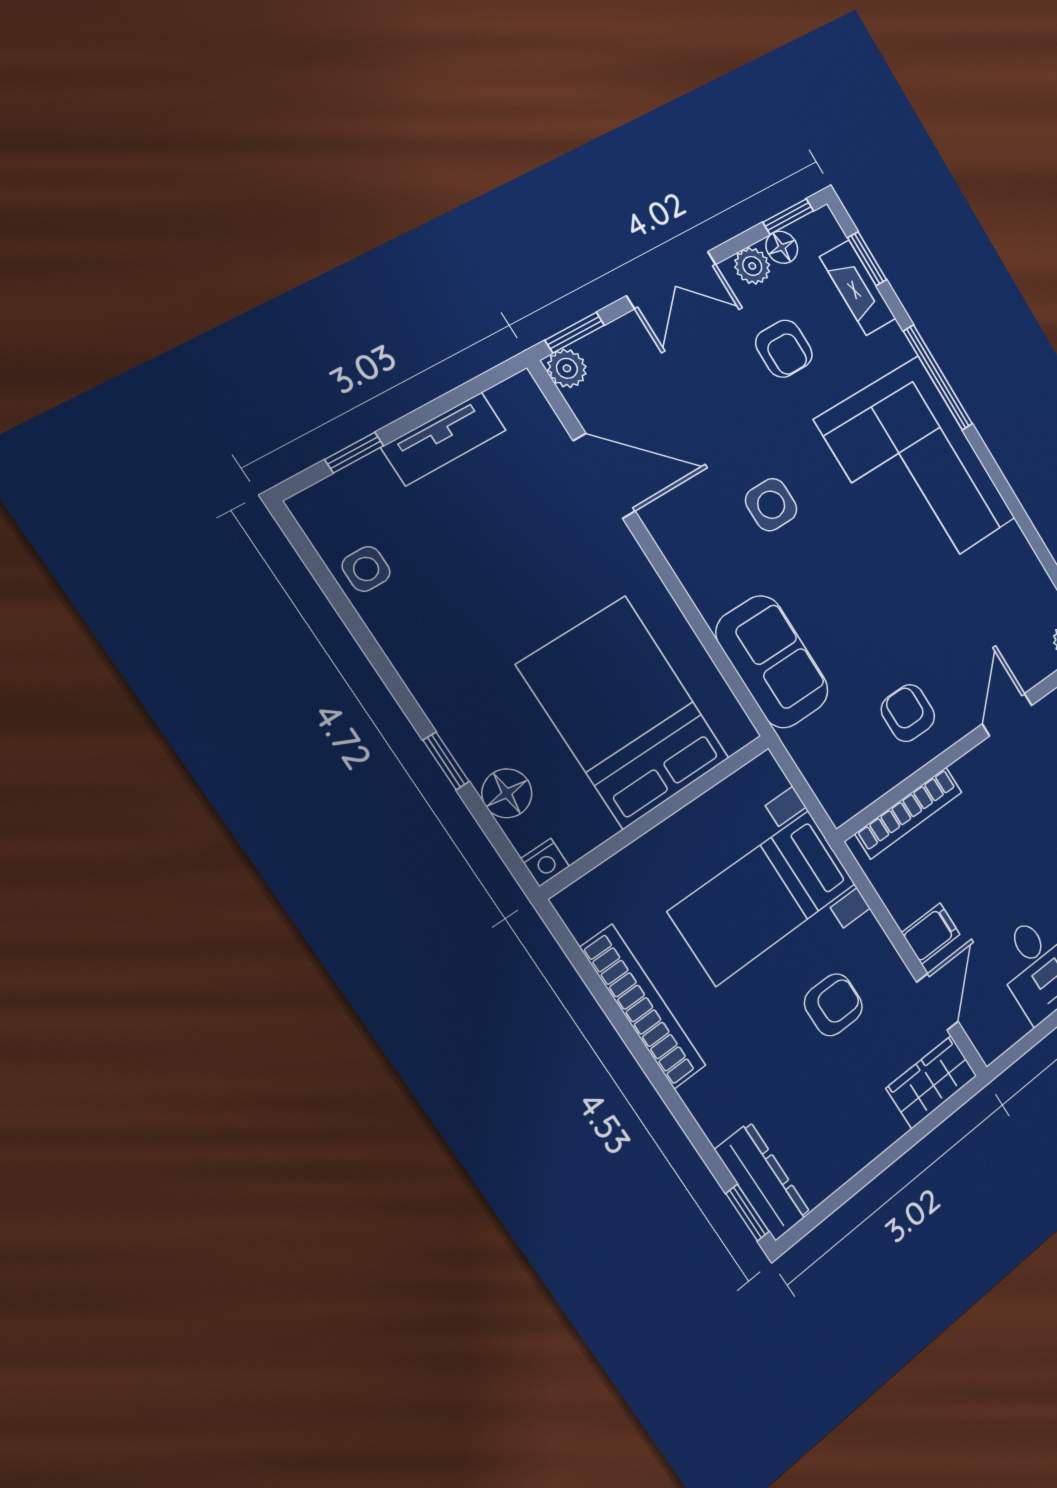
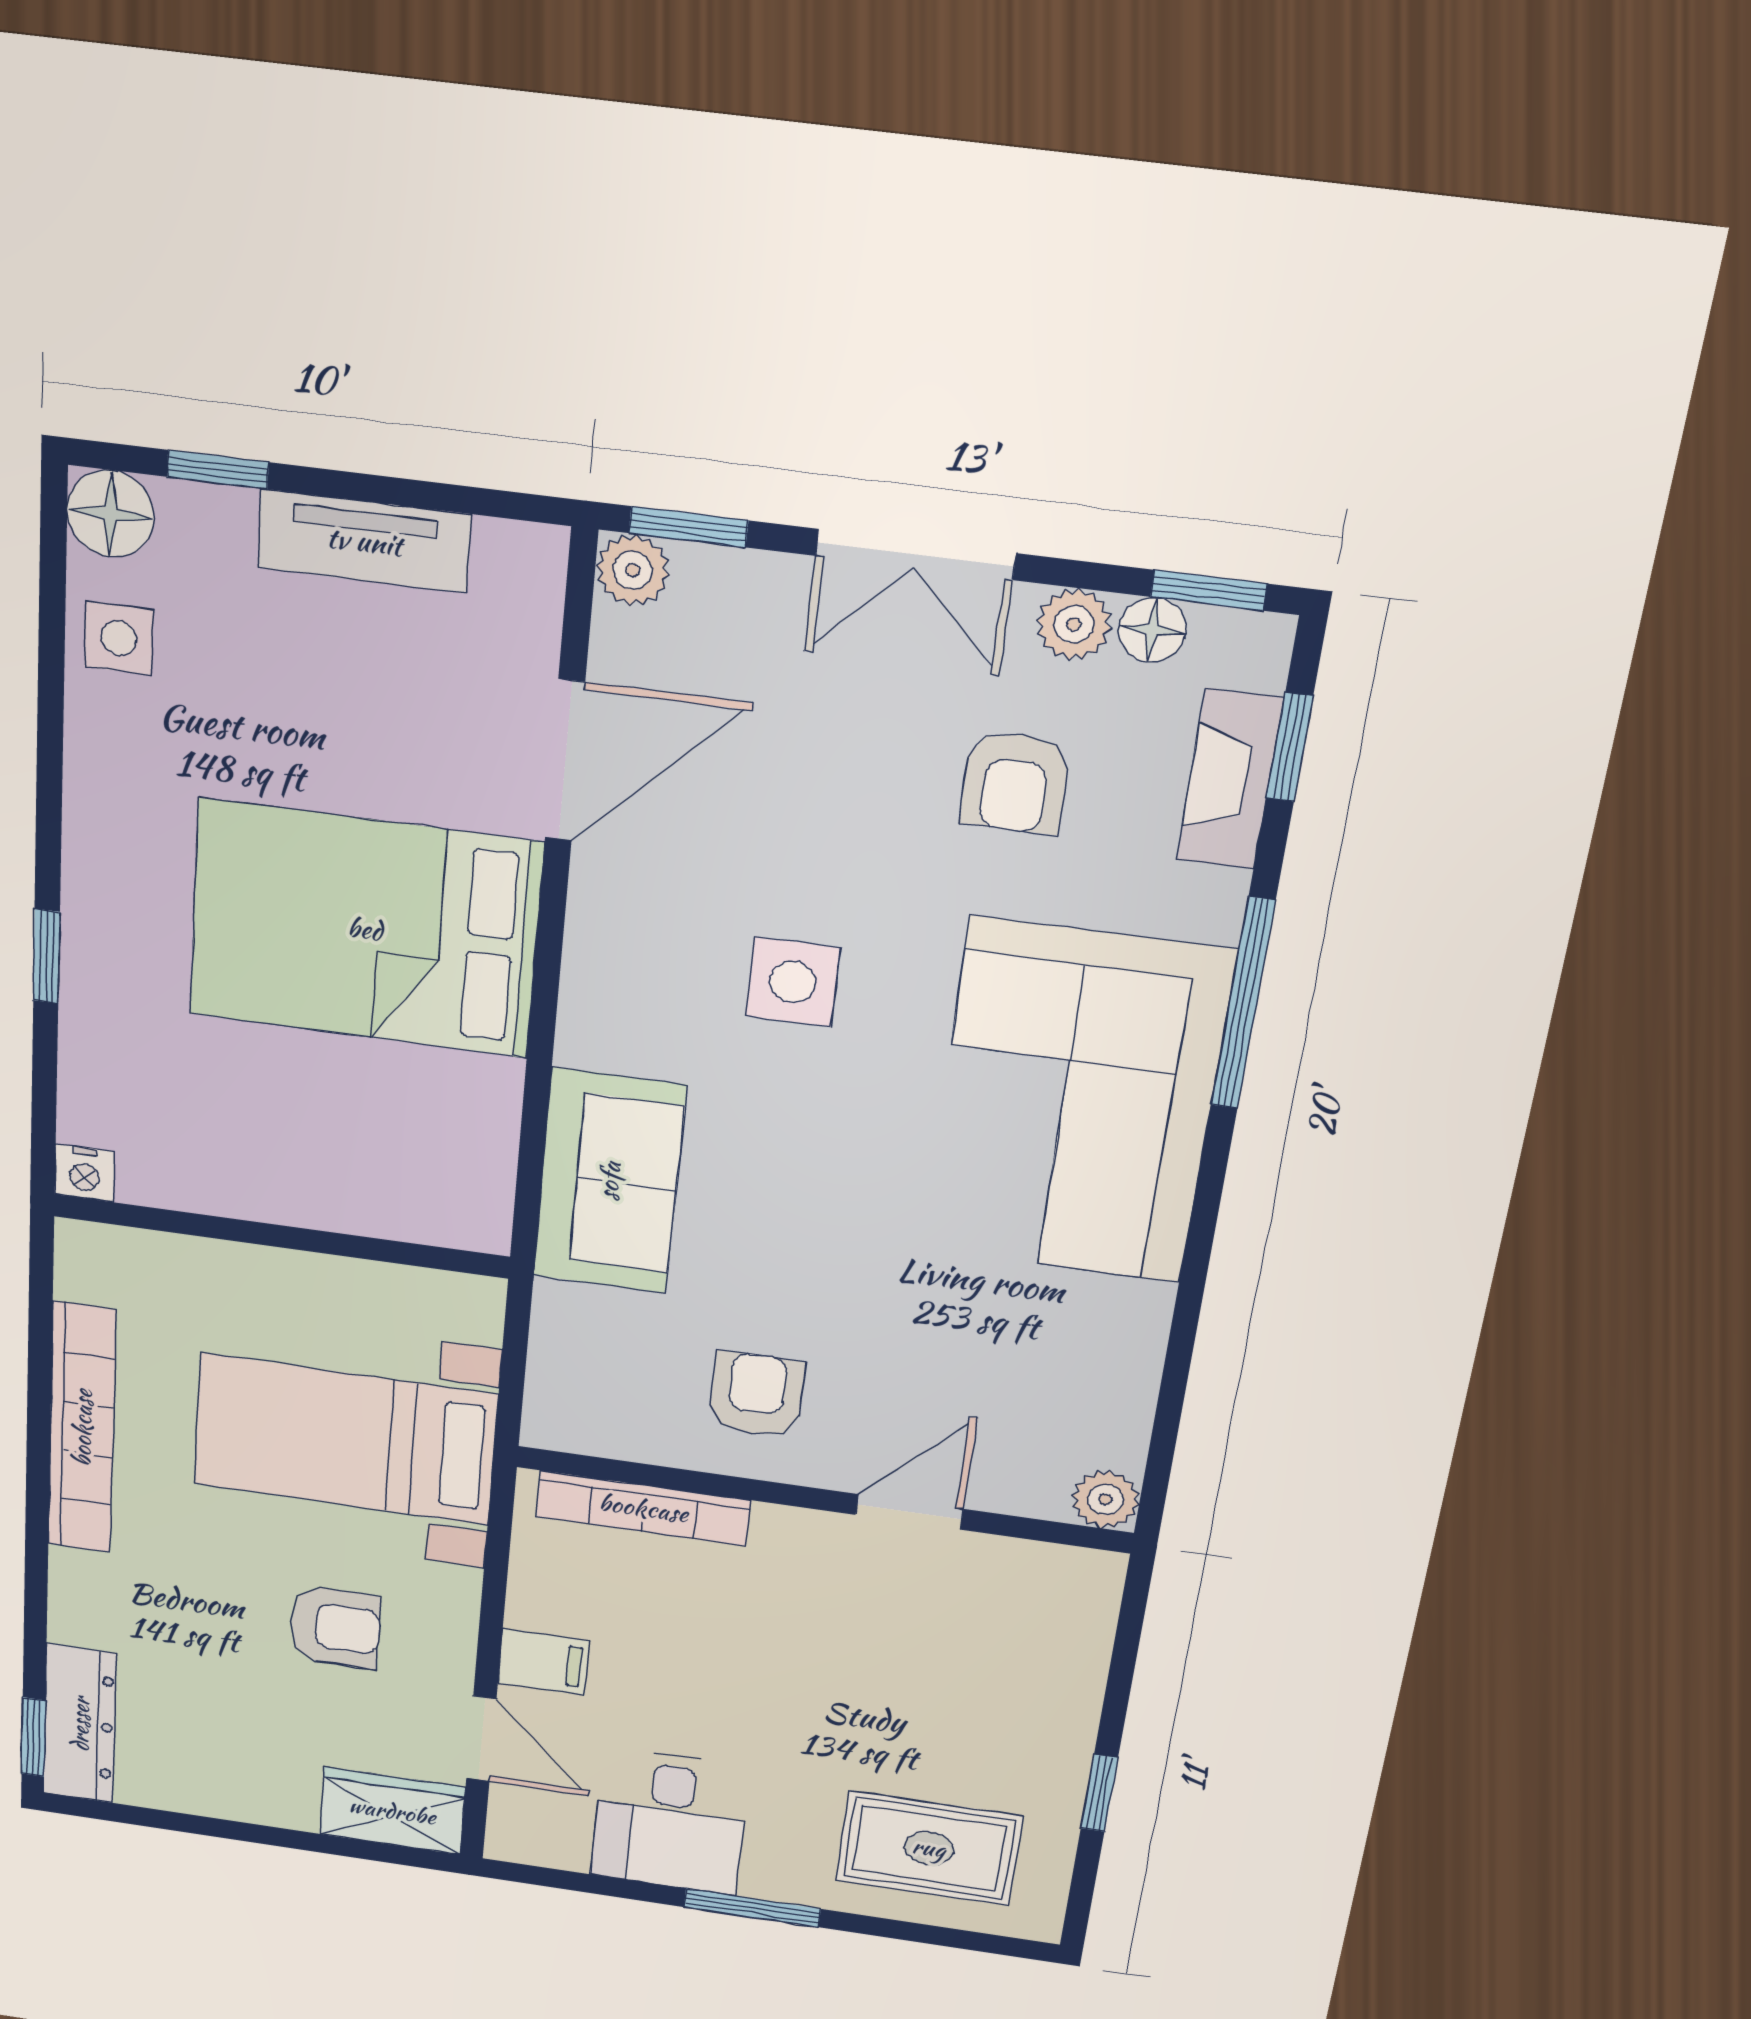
door: (604, 476) -> (565, 760), hinge flipped
bed: (624, 712) -> (365, 929), moved, turned -90
floor lamp: (507, 793) -> (111, 514), moved
door: (937, 1002) -> (481, 1739), hinge flipped

